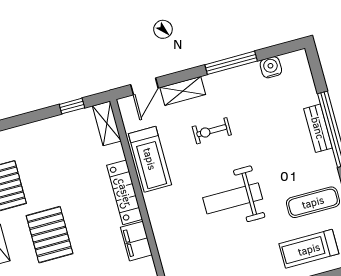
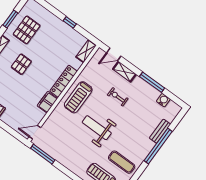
window: (72, 106) -> (70, 22), moved
bench: (318, 128) -> (160, 131), moved
treadmill: (150, 159) -> (78, 97), moved
pallet: (50, 235) -> (21, 64), width x0.67, depth x0.71

